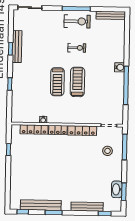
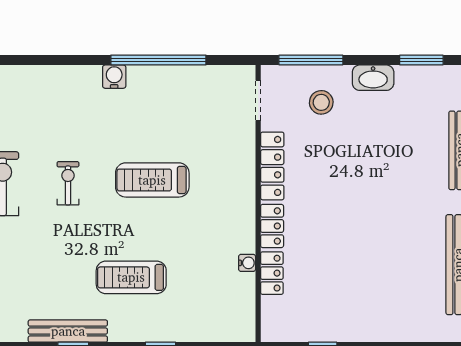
treadmill: (57, 82) -> (131, 277), moved, turned 180
locker: (34, 130) -> (272, 273), width x0.66
washbasin: (117, 189) -> (373, 78), moved

